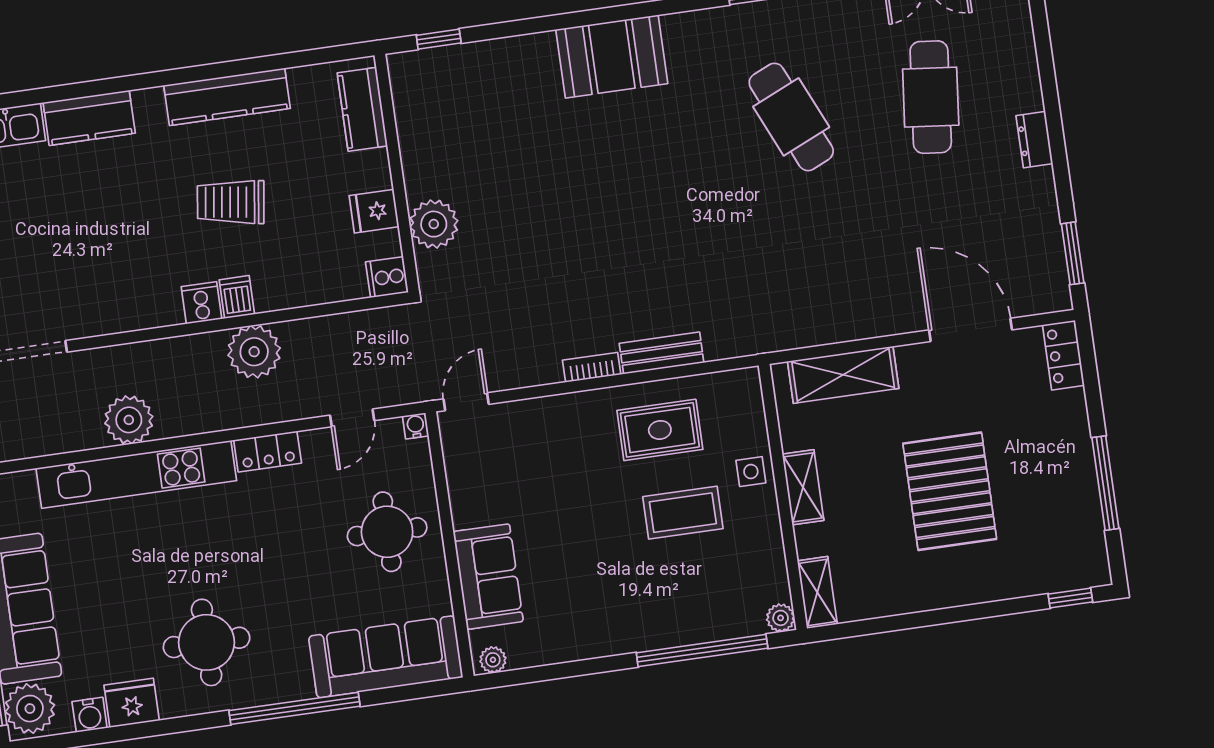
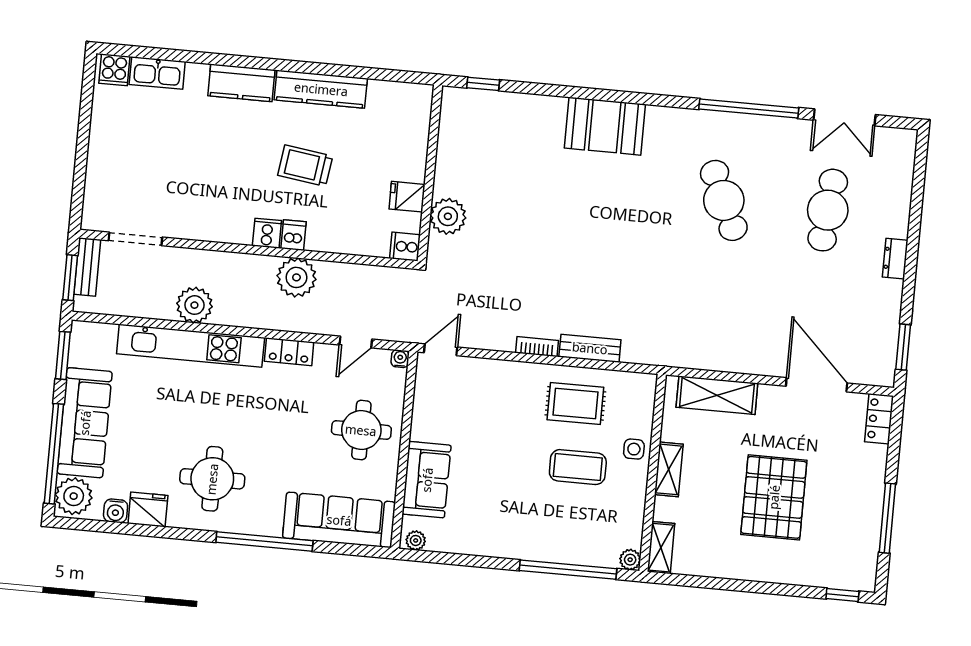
kitchen counter: (362, 109) -> (416, 121), removed
kitchen counter: (89, 118) -> (241, 83), moved

